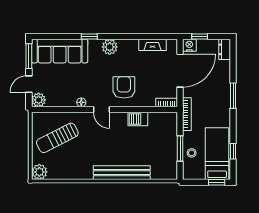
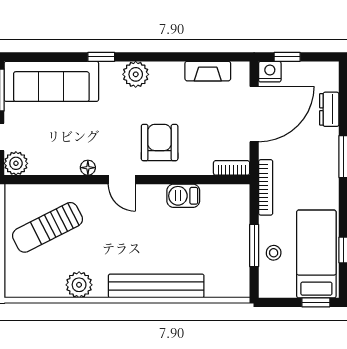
dresser: (225, 49) -> (329, 109), moved
plant: (39, 172) -> (79, 285), moved

